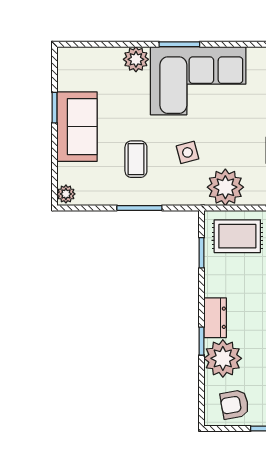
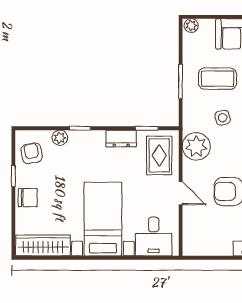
coffee table: (136, 159) -> (218, 79), width x1.36, depth x1.30
dresser: (215, 318) -> (121, 139), moved
plant: (223, 358) -> (60, 138), width x0.53, depth x0.53

